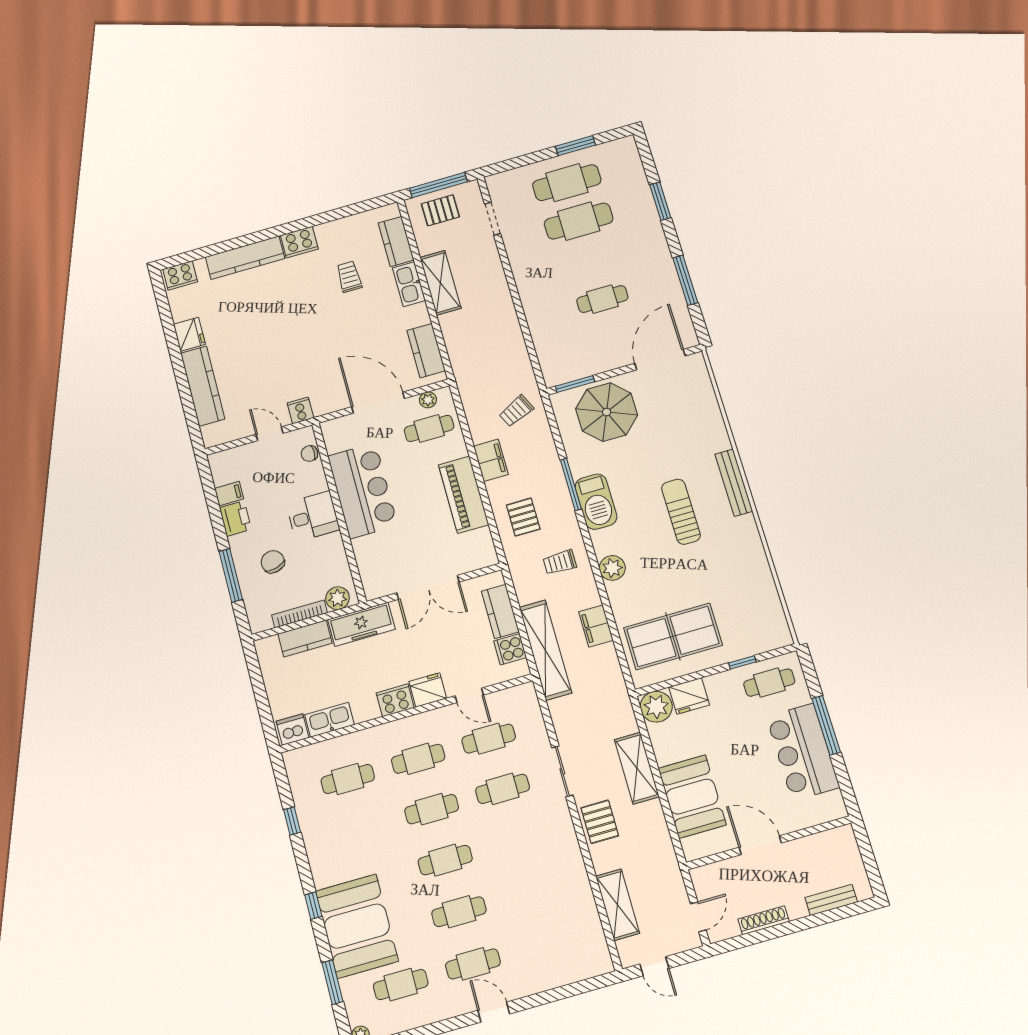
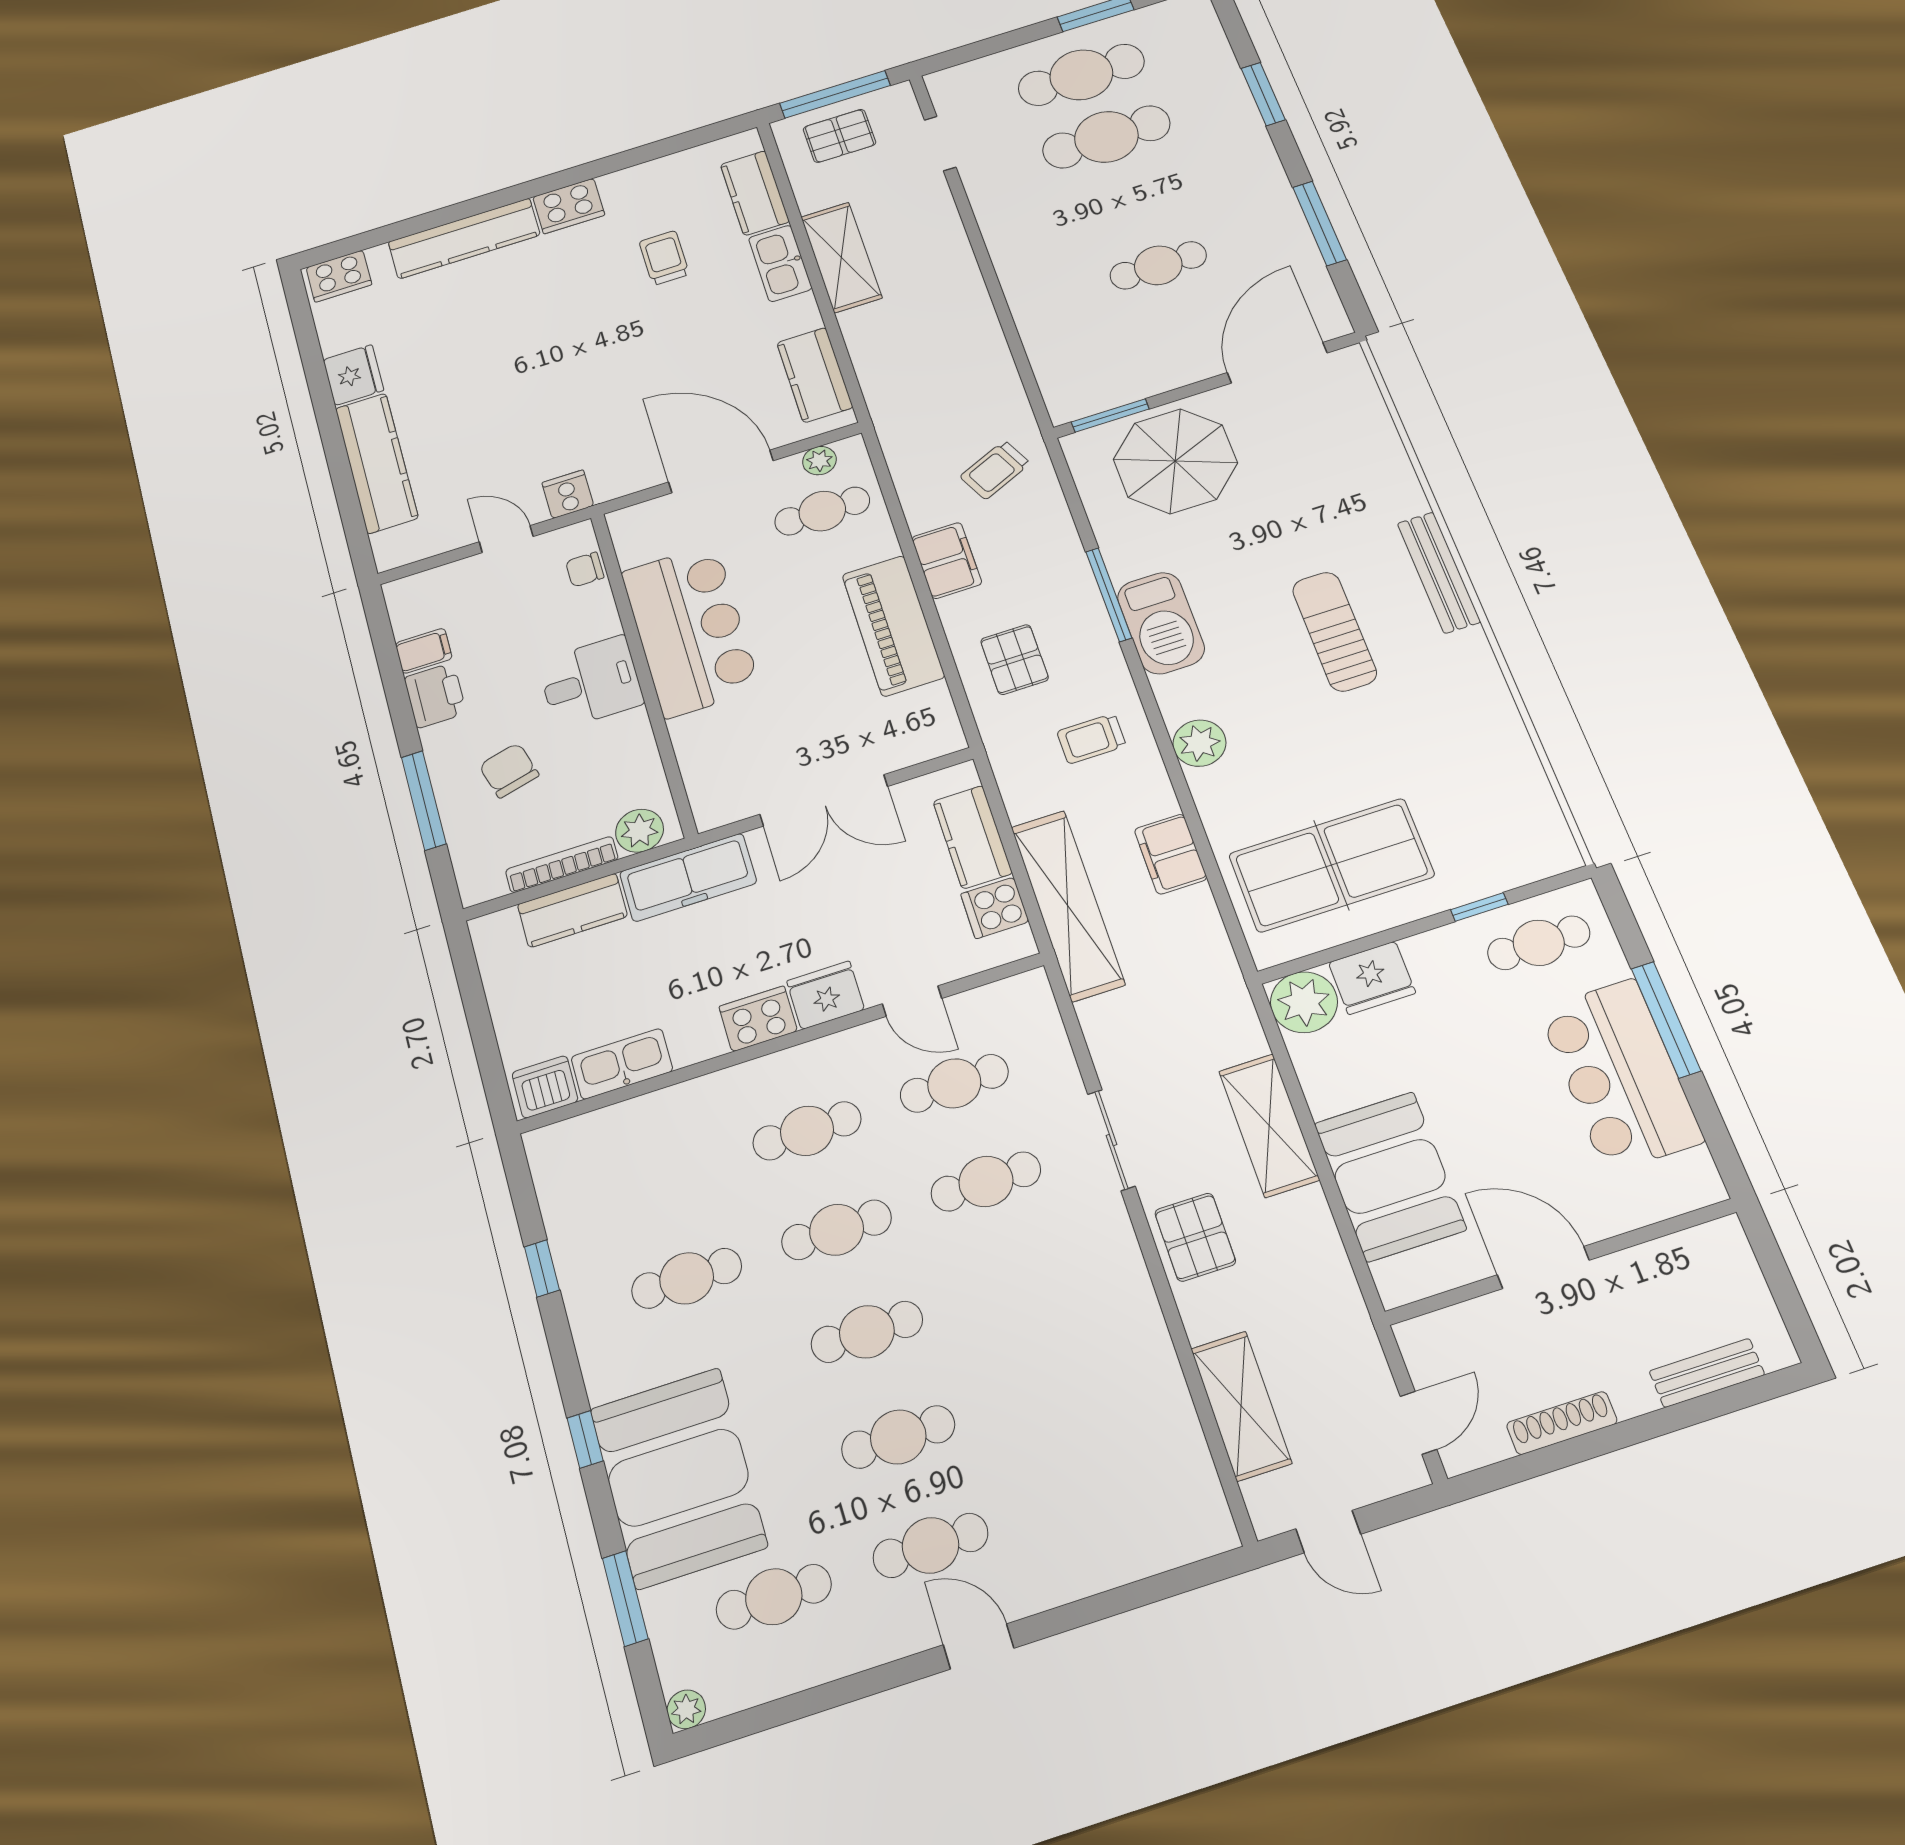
cafe table: (348, 779) -> (687, 1278), moved

